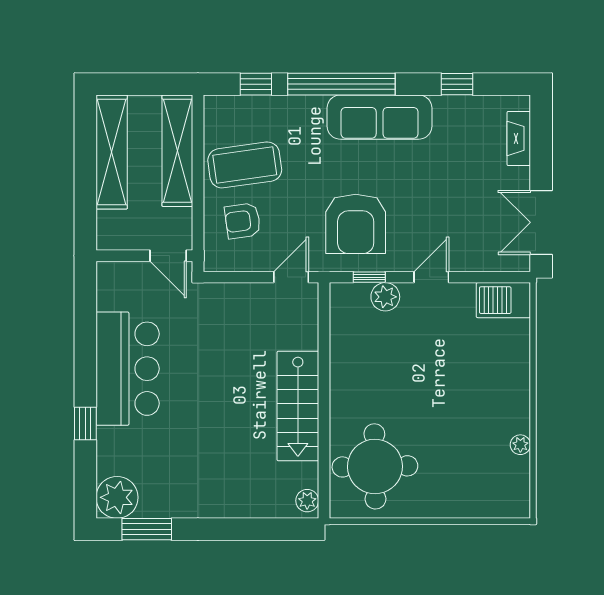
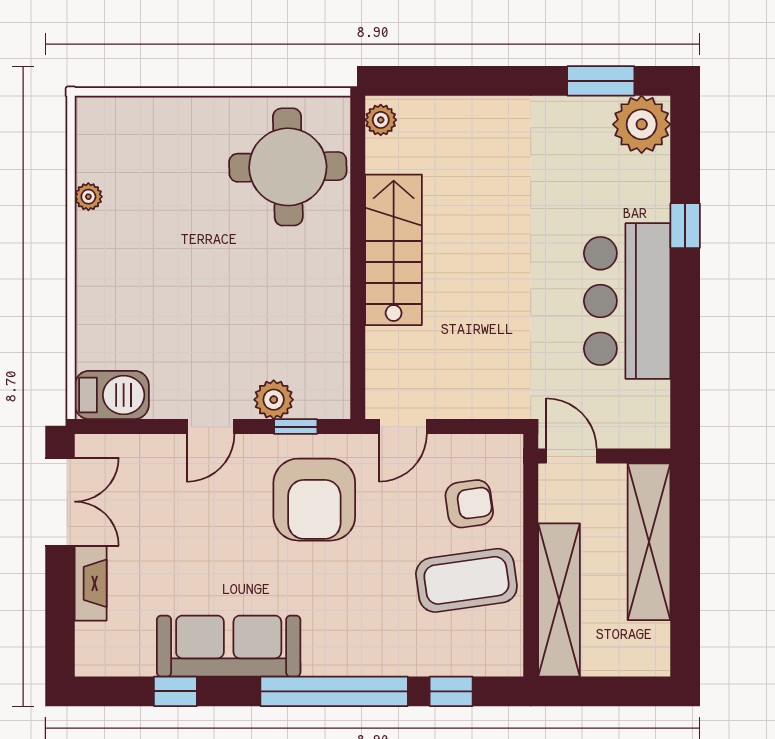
sofa: (380, 117) -> (229, 646), moved
fireplace: (519, 138) -> (91, 583), moved
shelving: (112, 152) -> (649, 542), moved
armchair: (356, 224) -> (314, 500), turned 180

